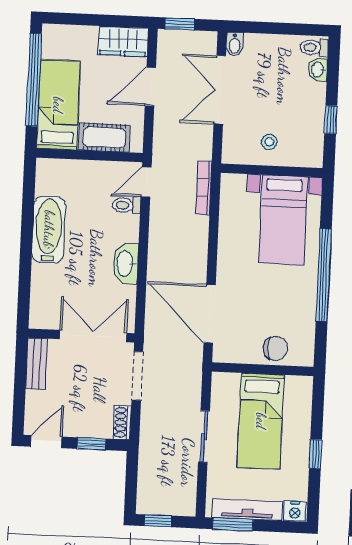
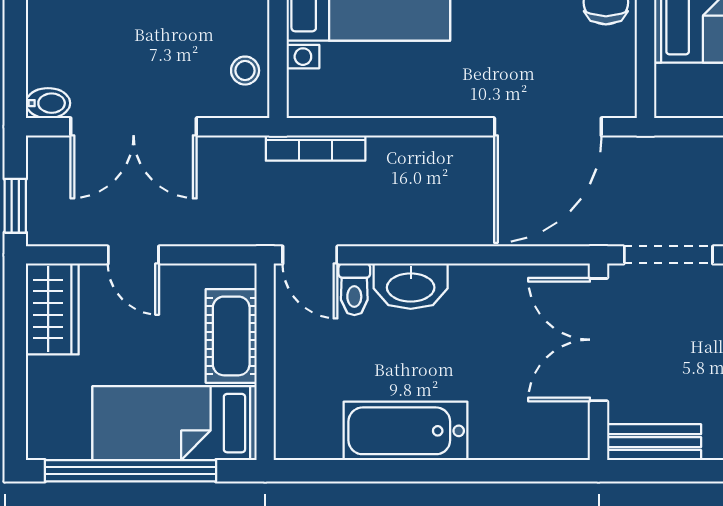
door: (150, 87) -> (133, 255), width x0.73
stool: (269, 142) -> (245, 71), moved
washbasin: (125, 264) -> (411, 286), moved

